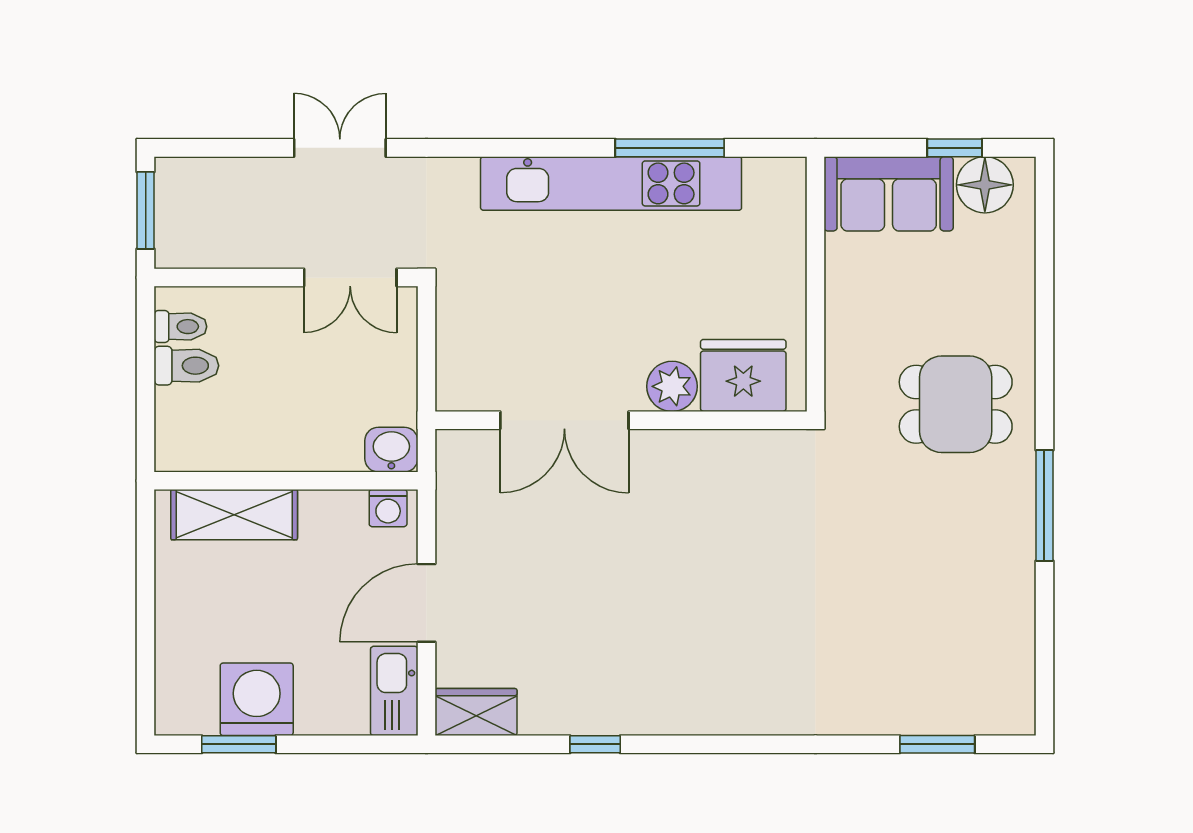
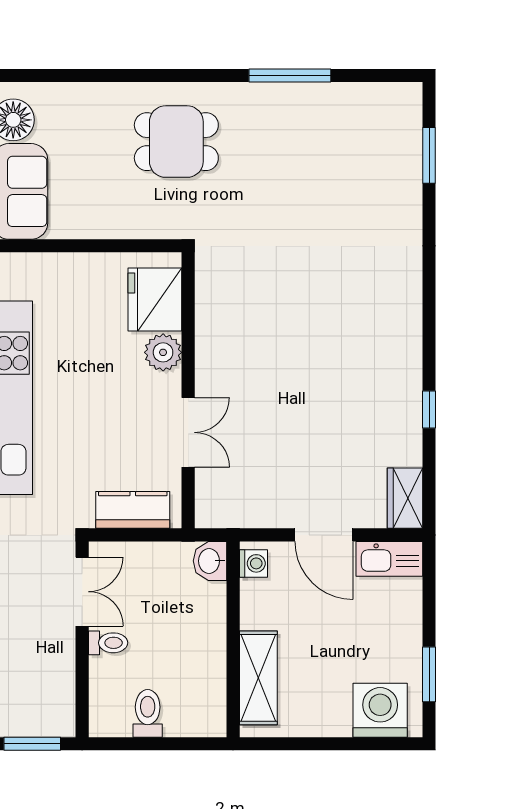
toilet: (180, 327) -> (108, 643), moved, turned 90
kitchen counter: (460, 346) -> (133, 510), added
dining table: (956, 404) -> (176, 142), turned 90
double door: (564, 420) -> (188, 432), width x0.73
window: (1044, 505) -> (290, 76), moved
washing machine: (257, 699) -> (380, 710), moved, turned 90

